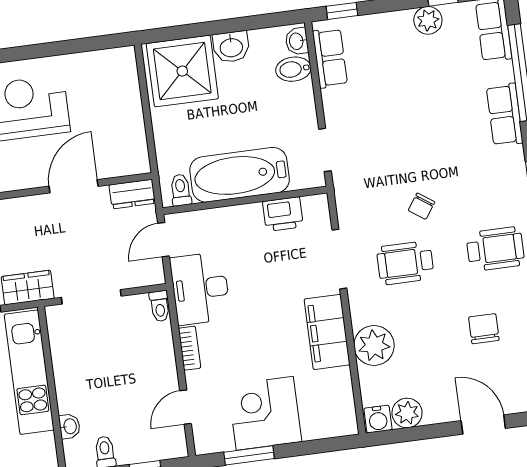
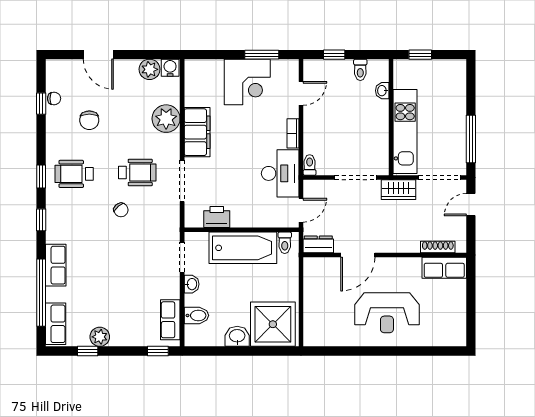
washbasin: (297, 41) -> (192, 284), moved
chair: (421, 206) -> (121, 210), turned 105

